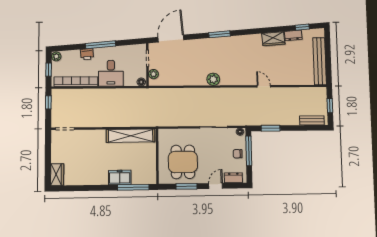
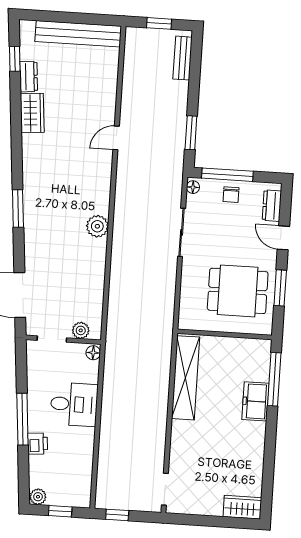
bookcase: (76, 82) -> (85, 465), removed

